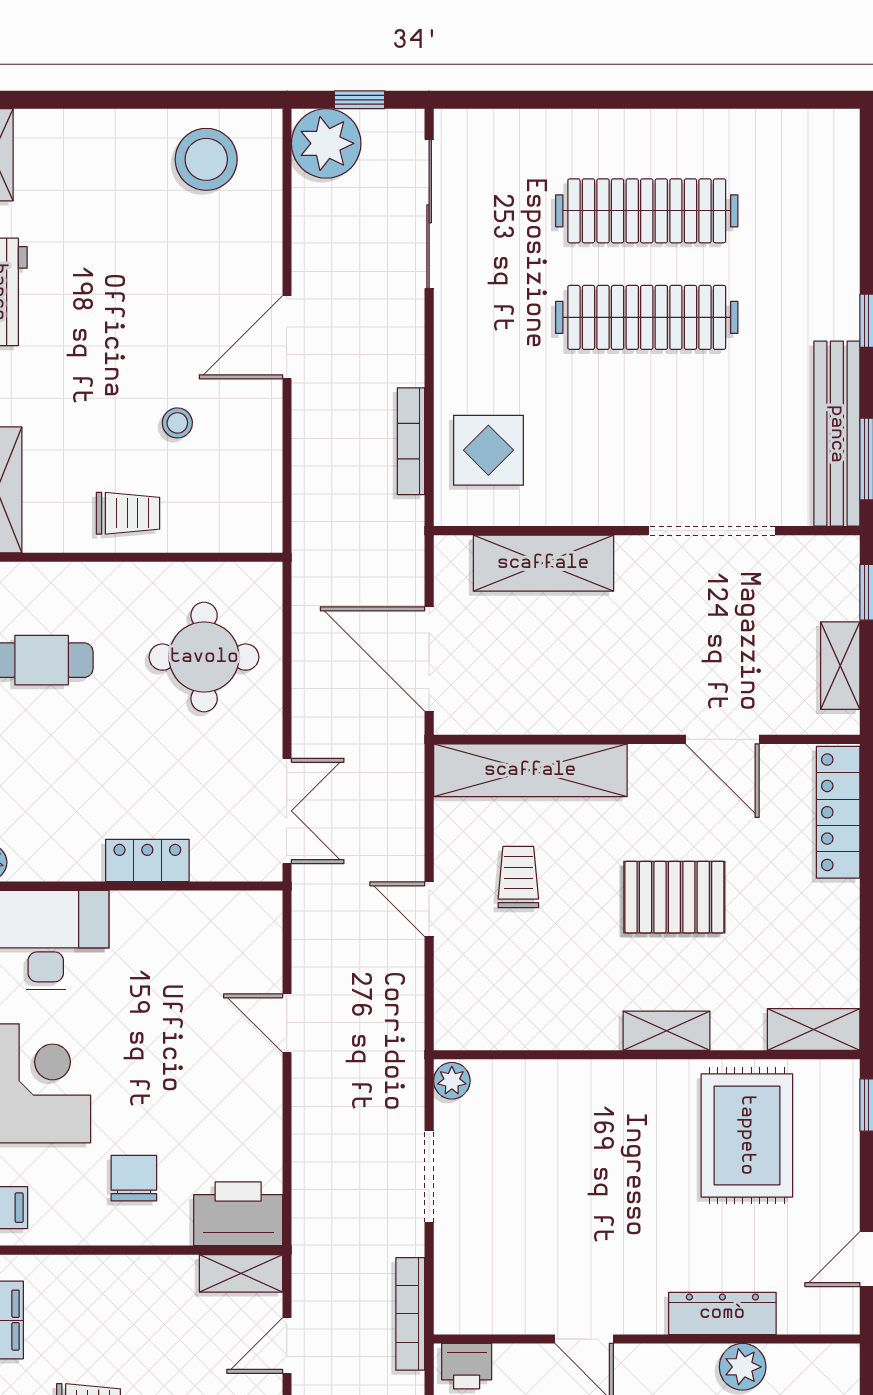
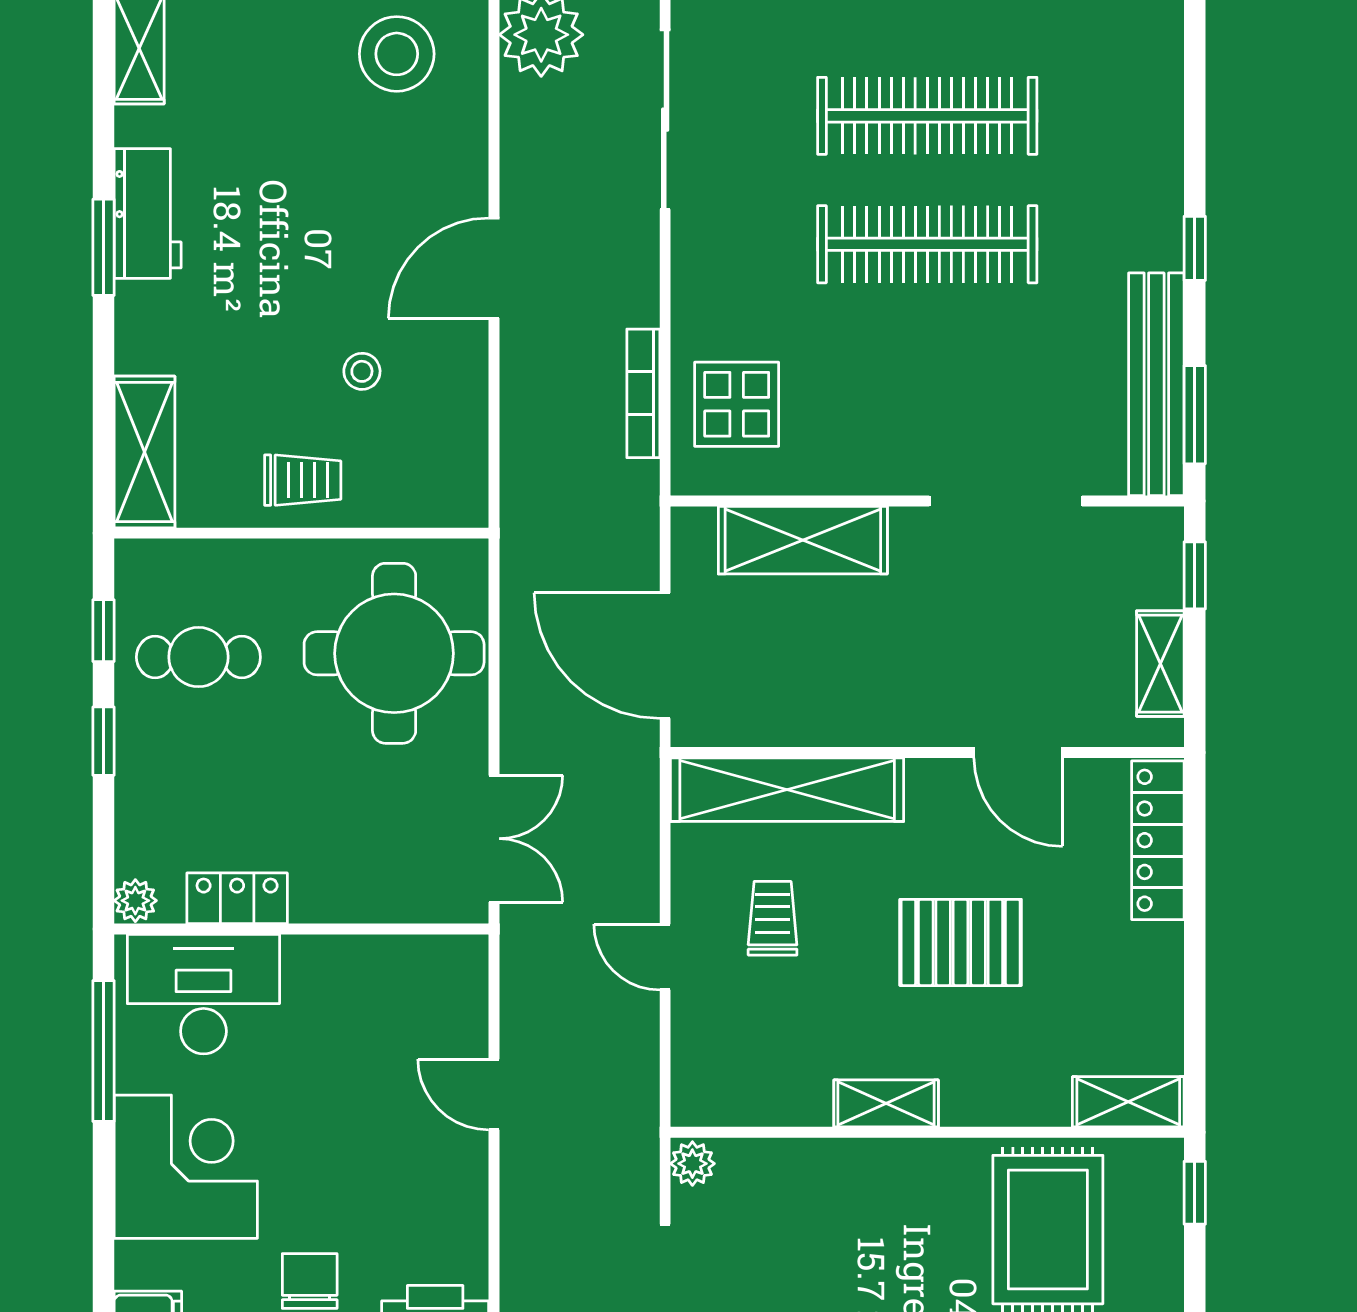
round table: (204, 657) -> (394, 653), width x1.36, depth x1.36
locker: (147, 860) -> (237, 898), moved
shelving: (667, 1031) -> (886, 1103), moved

